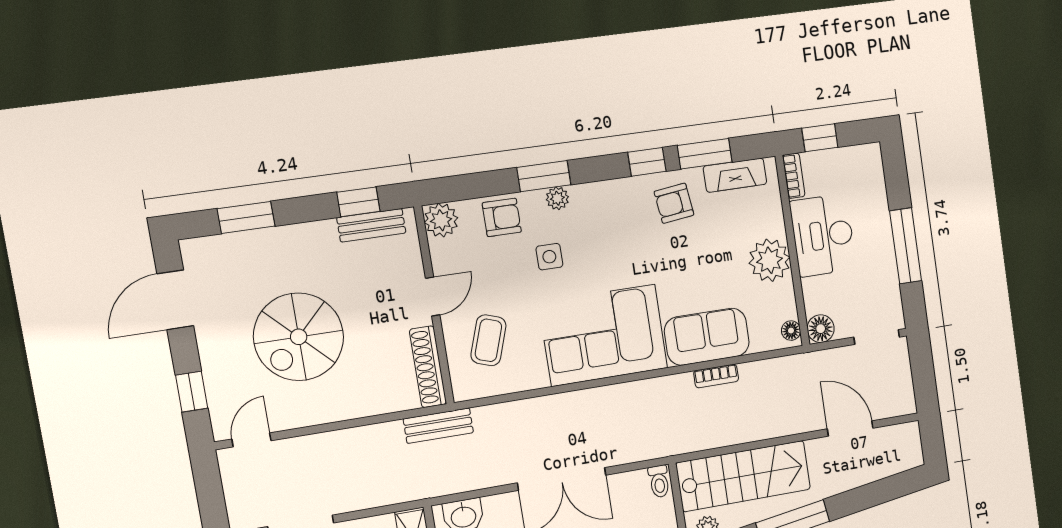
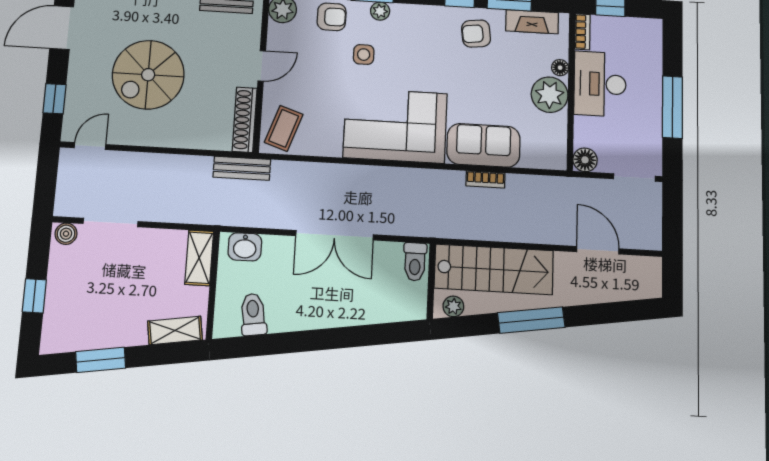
floor lamp: (791, 331) -> (560, 68), moved
coffee table: (488, 340) -> (284, 128), moved
toilet: (659, 481) -> (415, 262), width x1.37, depth x1.39

